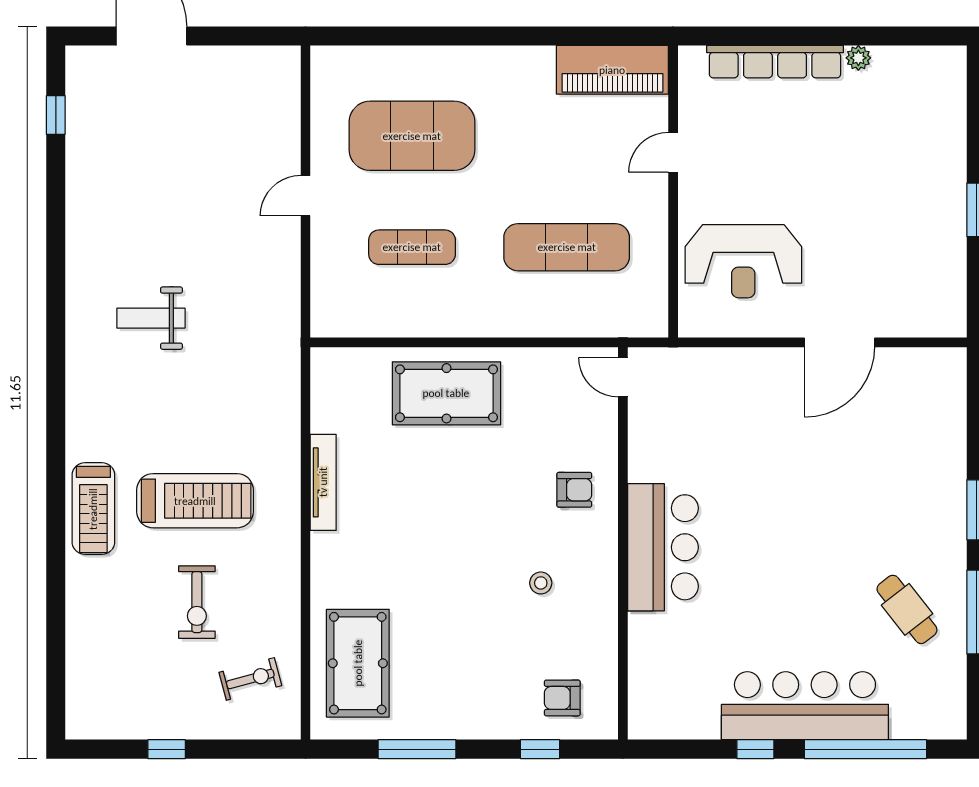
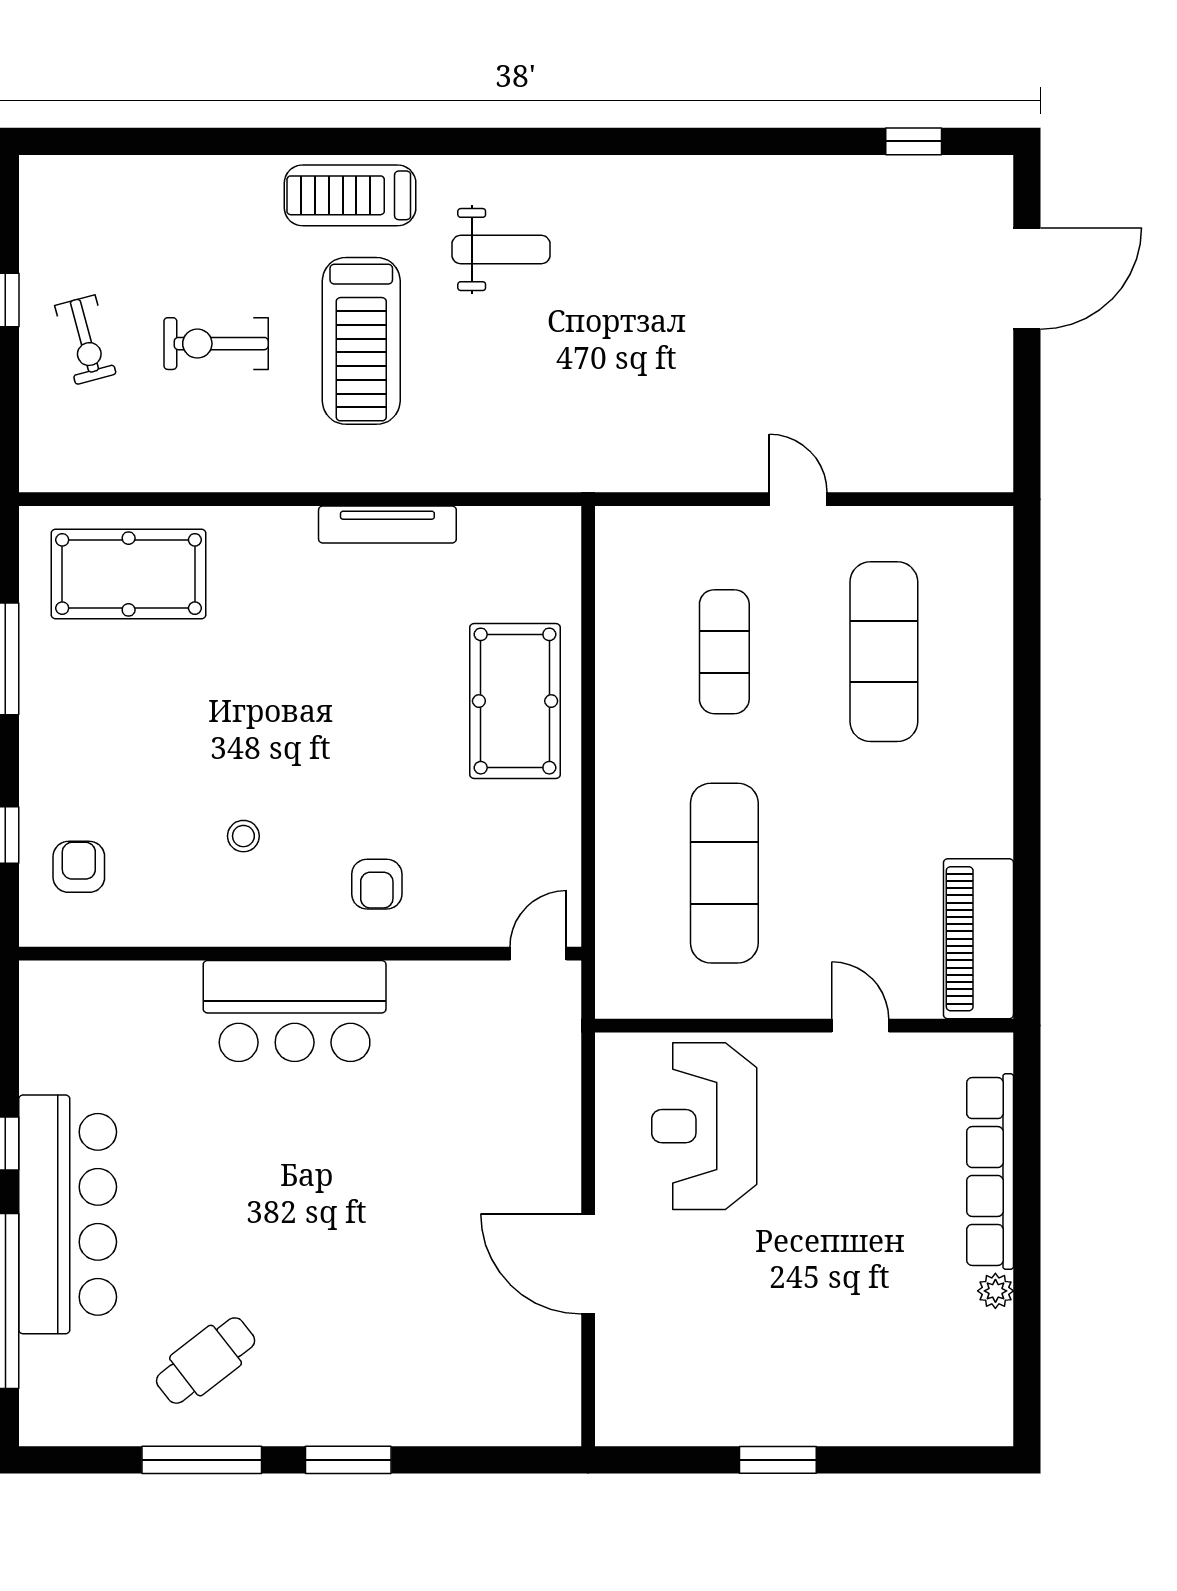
exercise mat: (412, 136) -> (884, 652), width x0.68
weight bench: (151, 318) -> (501, 250), moved, turned 90
exercise bike: (250, 679) -> (85, 340), moved

